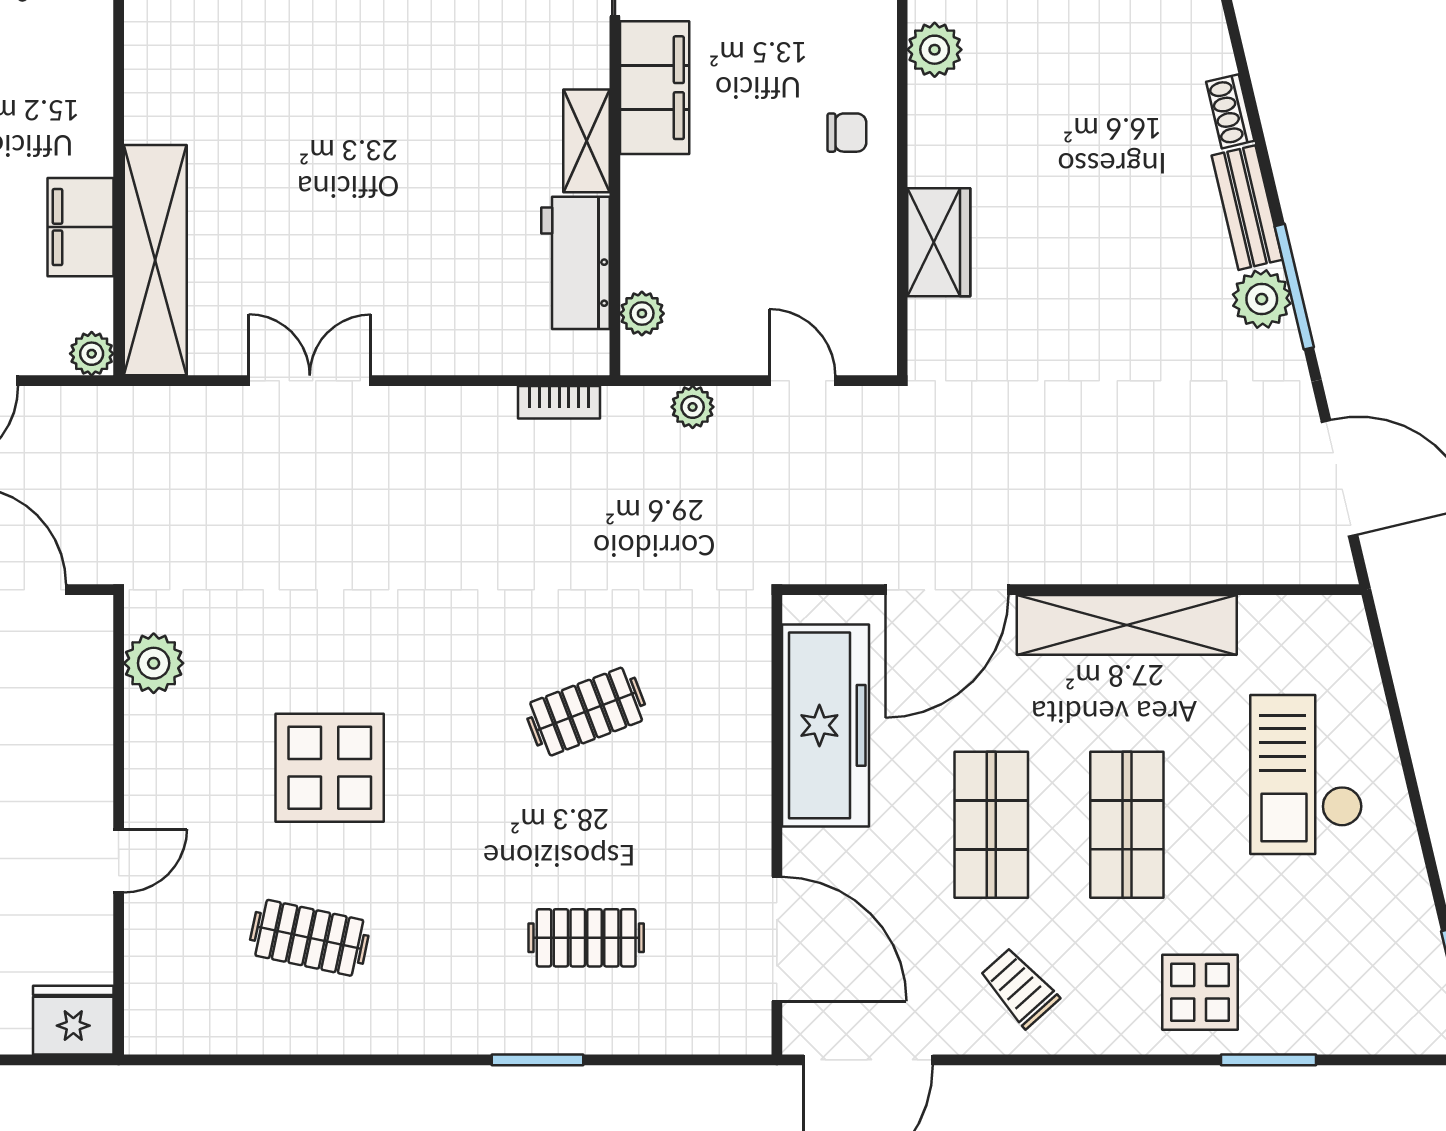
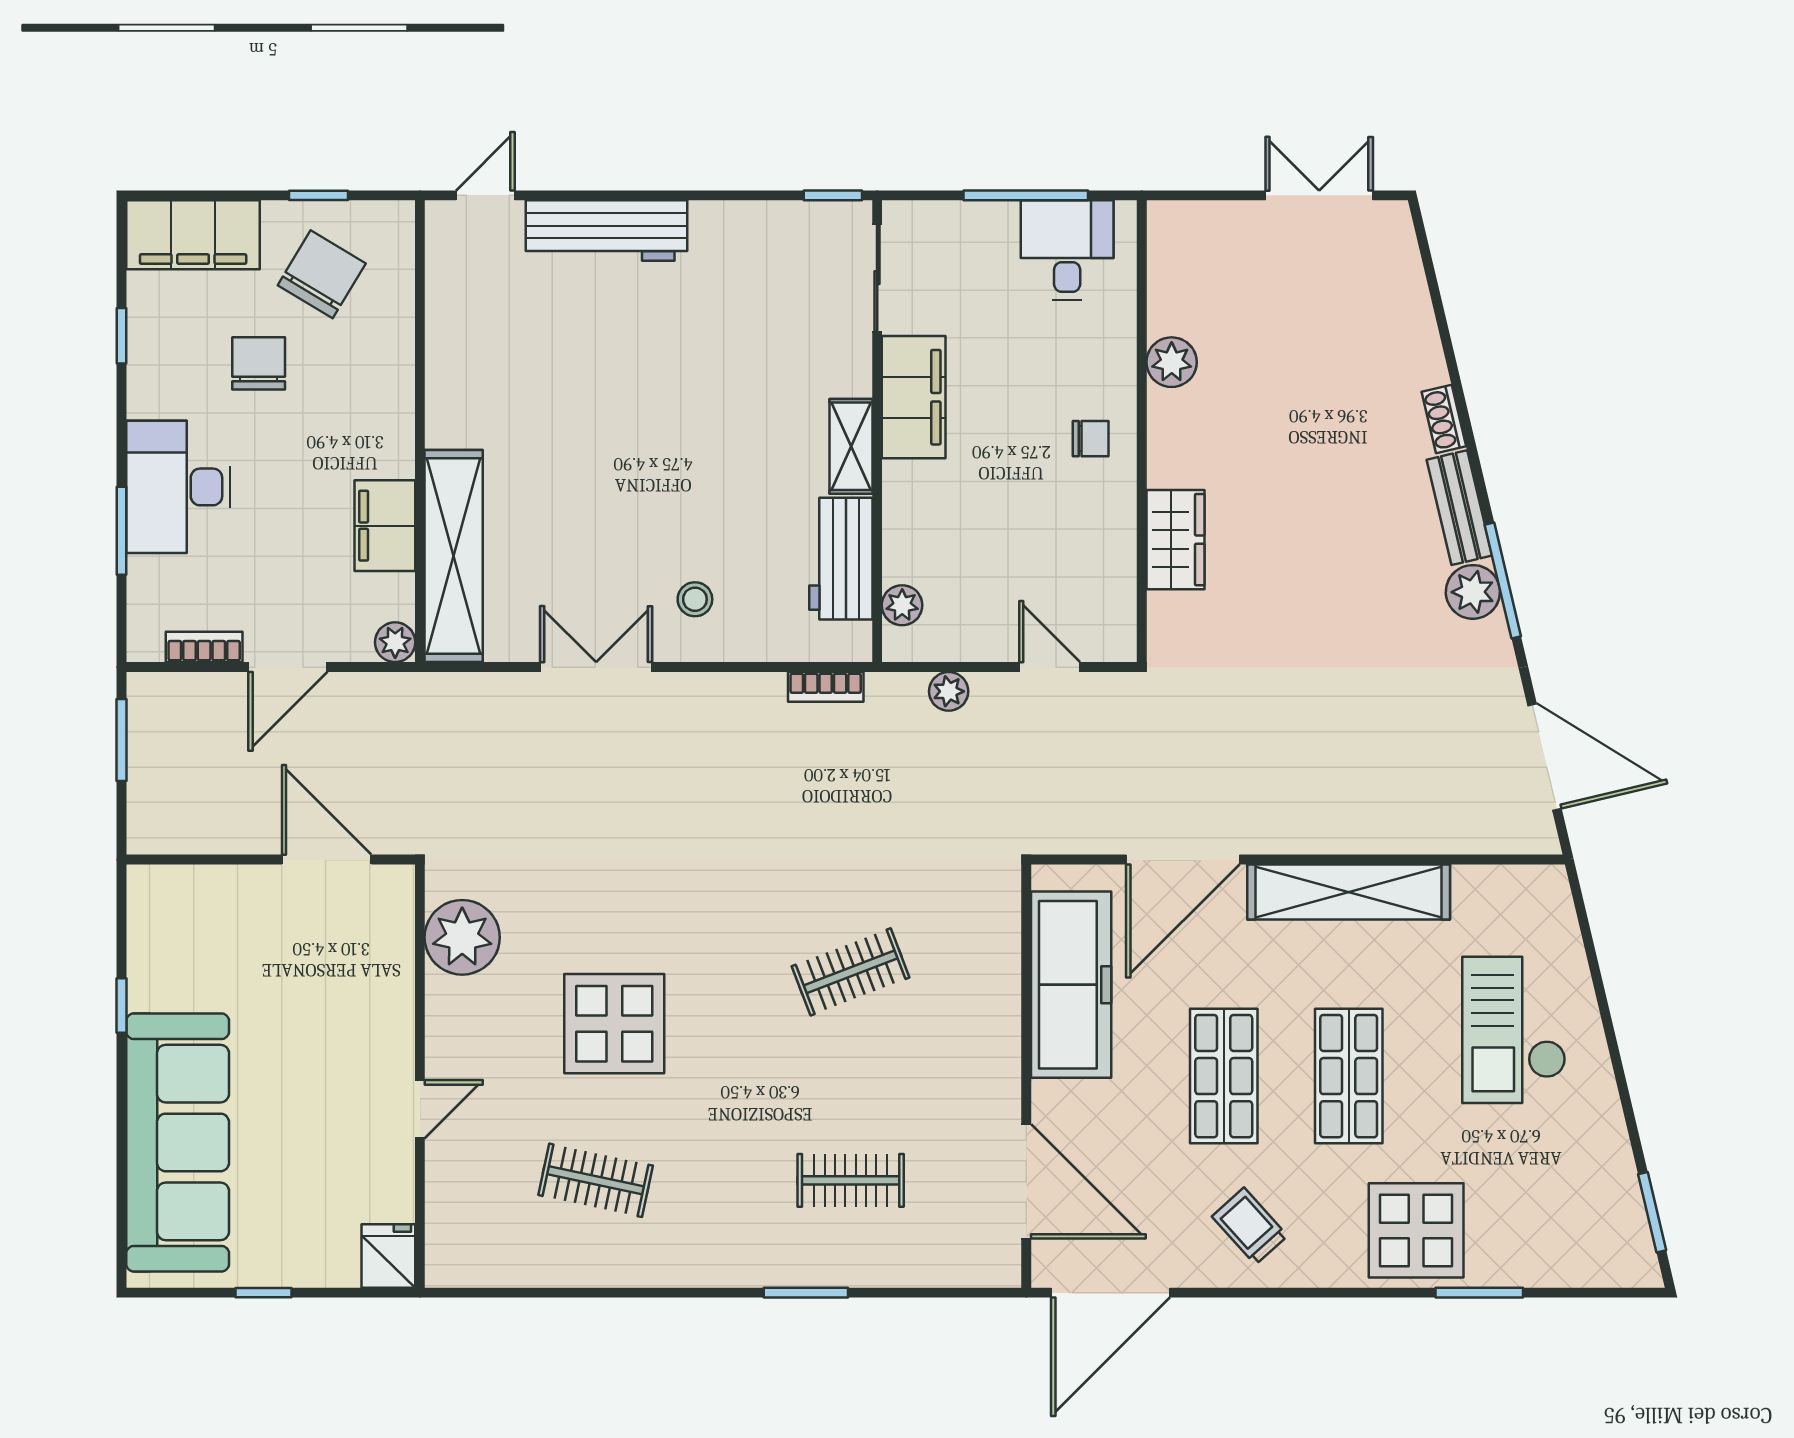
stool: (417, 307) -> (695, 599), added
plant: (154, 663) -> (462, 937), width x1.36, depth x1.36
display table: (1200, 992) -> (1416, 1230), width x1.36, depth x1.36
fridge: (73, 1020) -> (388, 1256), width x0.72

